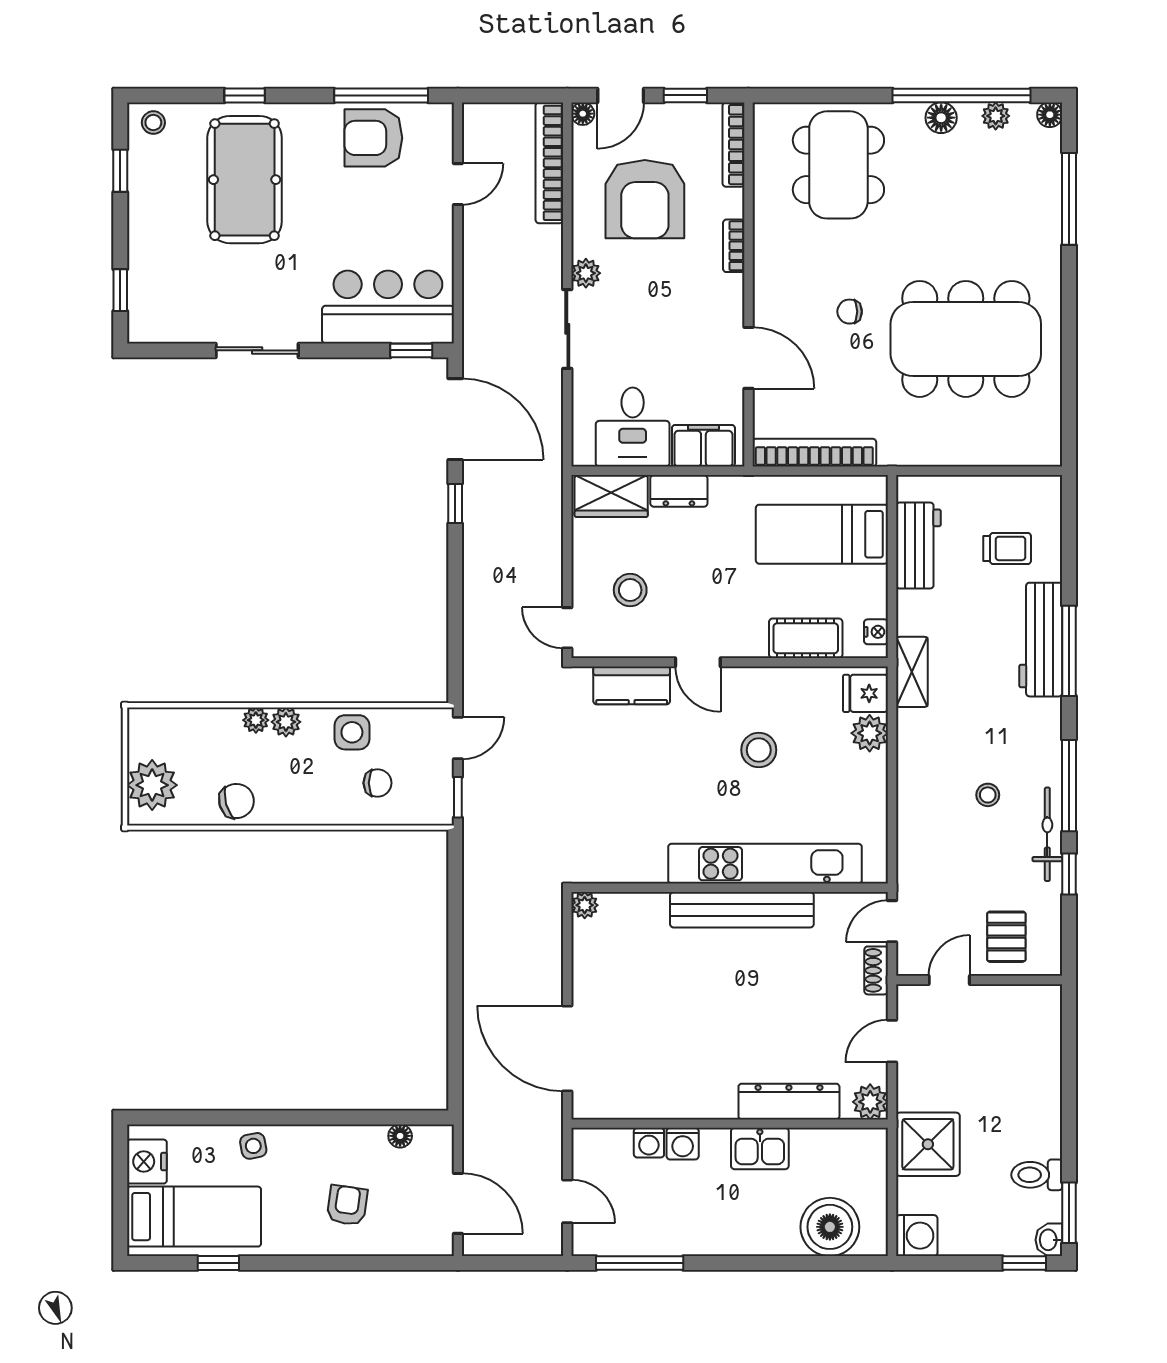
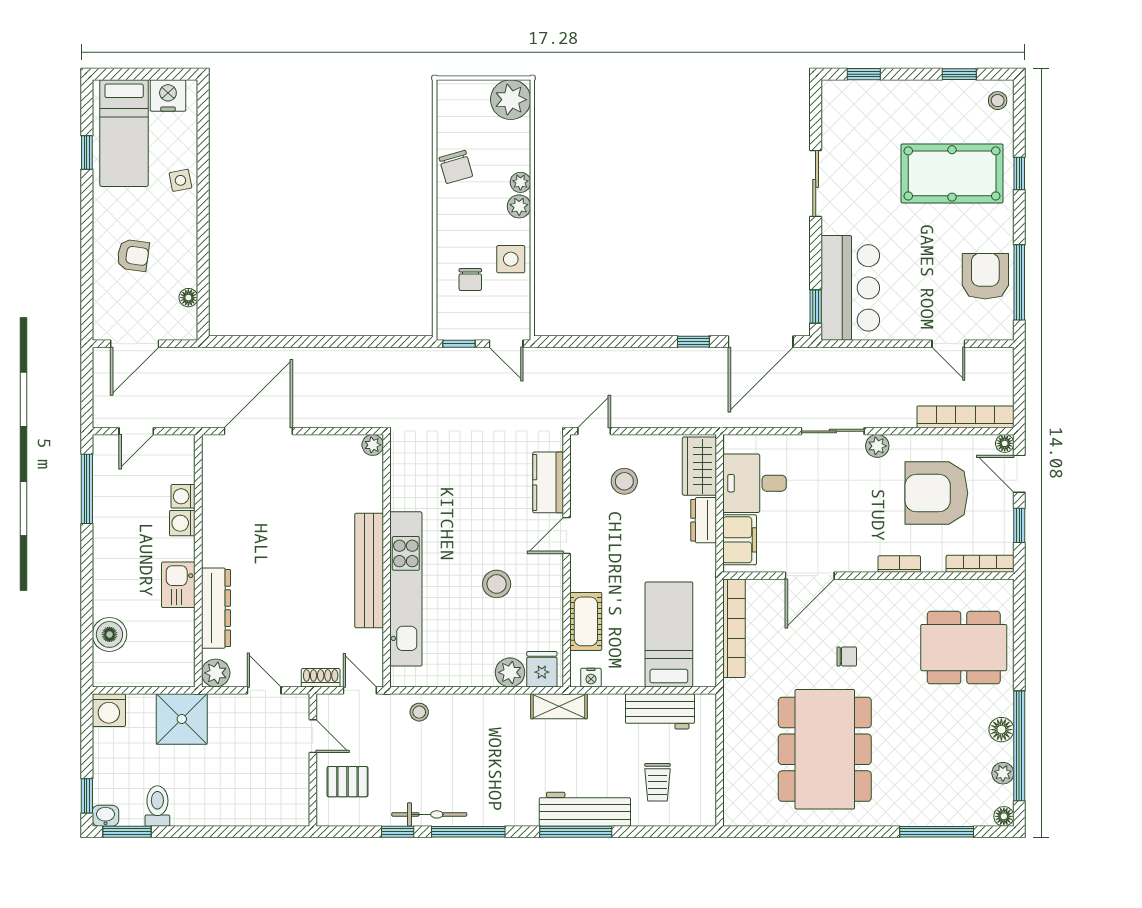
chair: (850, 312) -> (847, 656), turned 90
plant: (152, 785) -> (511, 100), moved
stool: (988, 795) -> (419, 712), moved
boiler: (830, 1227) -> (109, 634), width x0.73, depth x0.73

